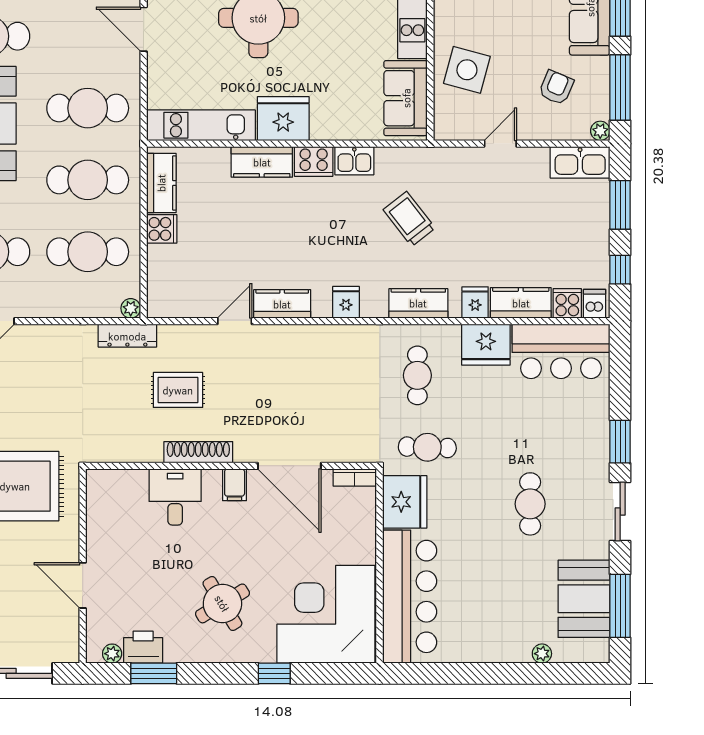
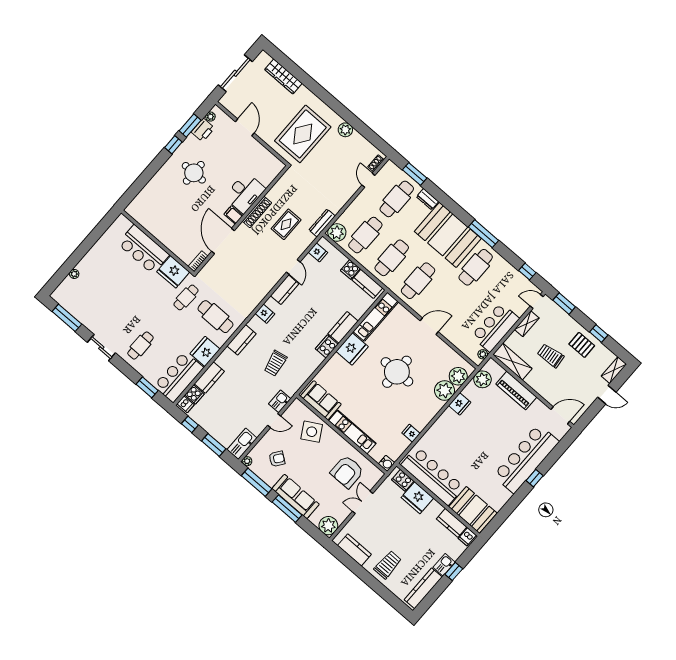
side table: (467, 70) -> (312, 432), turned 45
armchair: (556, 88) -> (277, 459), turned -77
door: (500, 144) -> (274, 421), hinge flipped
kitchen sink: (354, 161) -> (280, 401), moved
trolley: (409, 219) -> (275, 363), turned 117
fridge: (475, 302) -> (318, 252), moved
plant: (131, 308) -> (337, 232), width x1.88, depth x1.88
cafe table: (417, 375) -> (215, 317), width x1.37, depth x1.35
window: (620, 442) -> (147, 387), moved
door: (289, 466) -> (223, 241), hinge flipped
desk: (175, 497) -> (245, 193), width x1.37
cafe table: (530, 504) -> (140, 346), moved, turned 90
door: (83, 585) -> (245, 127), hinge flipped
bar counter: (410, 596) -> (143, 249), width x0.73
booth: (584, 599) -> (81, 307), removed
round table: (222, 603) -> (194, 173), turned 31
corner desk: (326, 614) -> (157, 207), removed
window: (274, 673) -> (173, 145), moved

